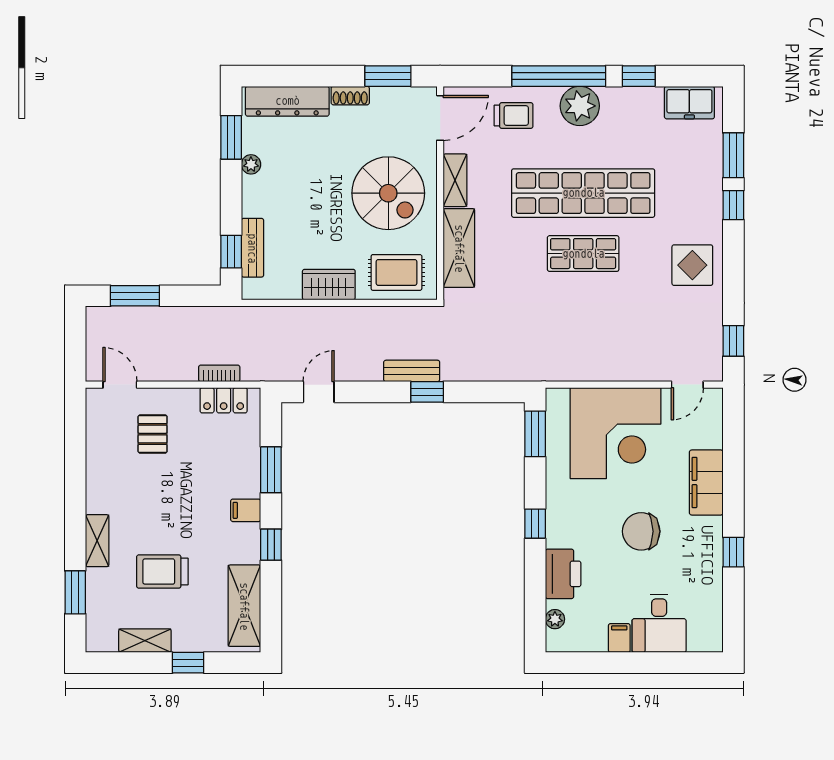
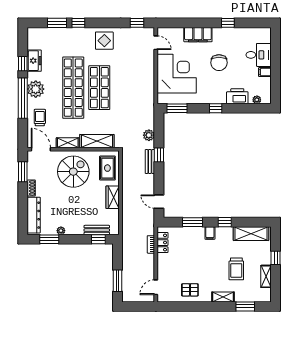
freezer: (689, 103) -> (34, 61), moved
shop shelf: (583, 254) -> (99, 88), width x1.43, depth x1.36
plant: (473, 369) -> (149, 135), added
pallet: (153, 434) -> (190, 290), moved

